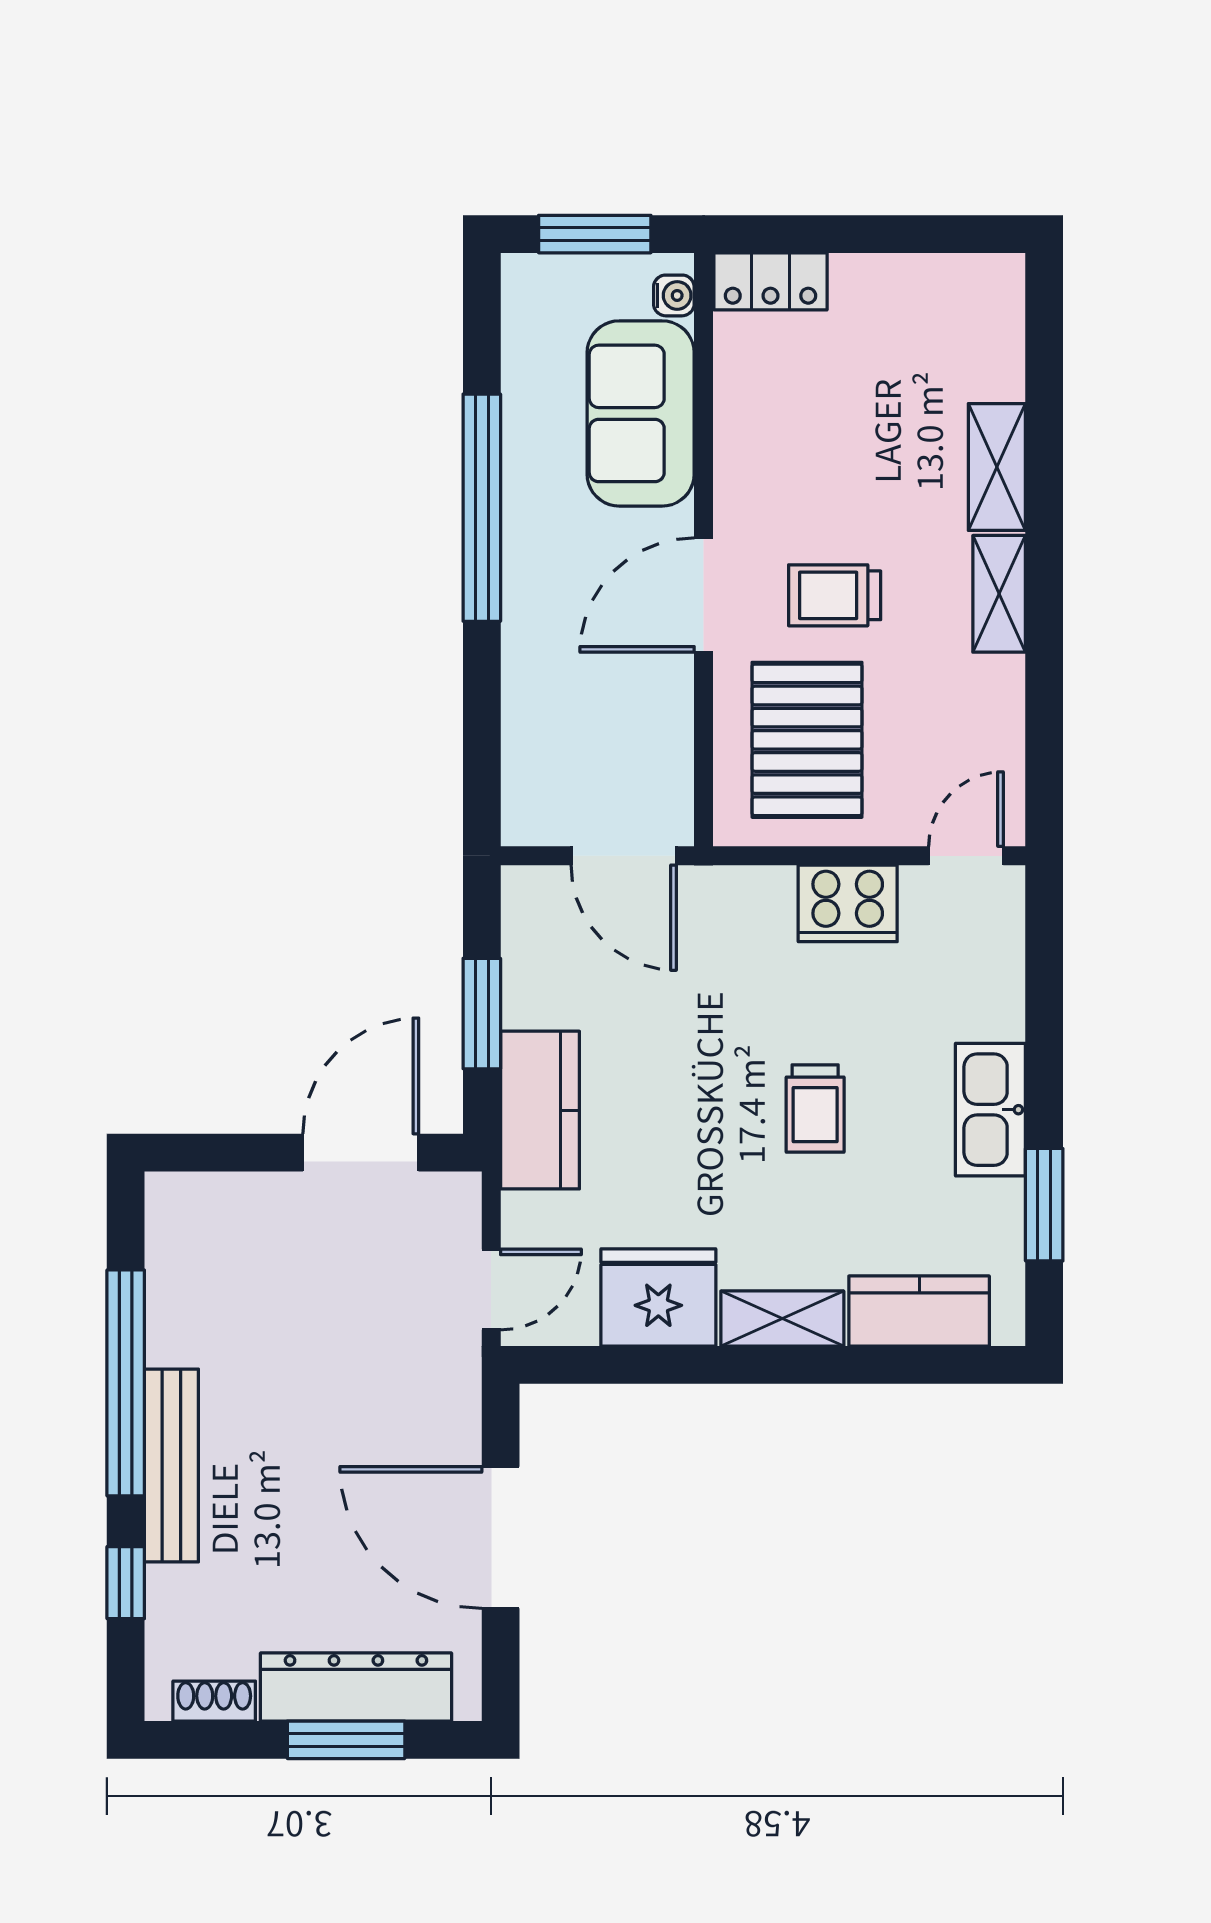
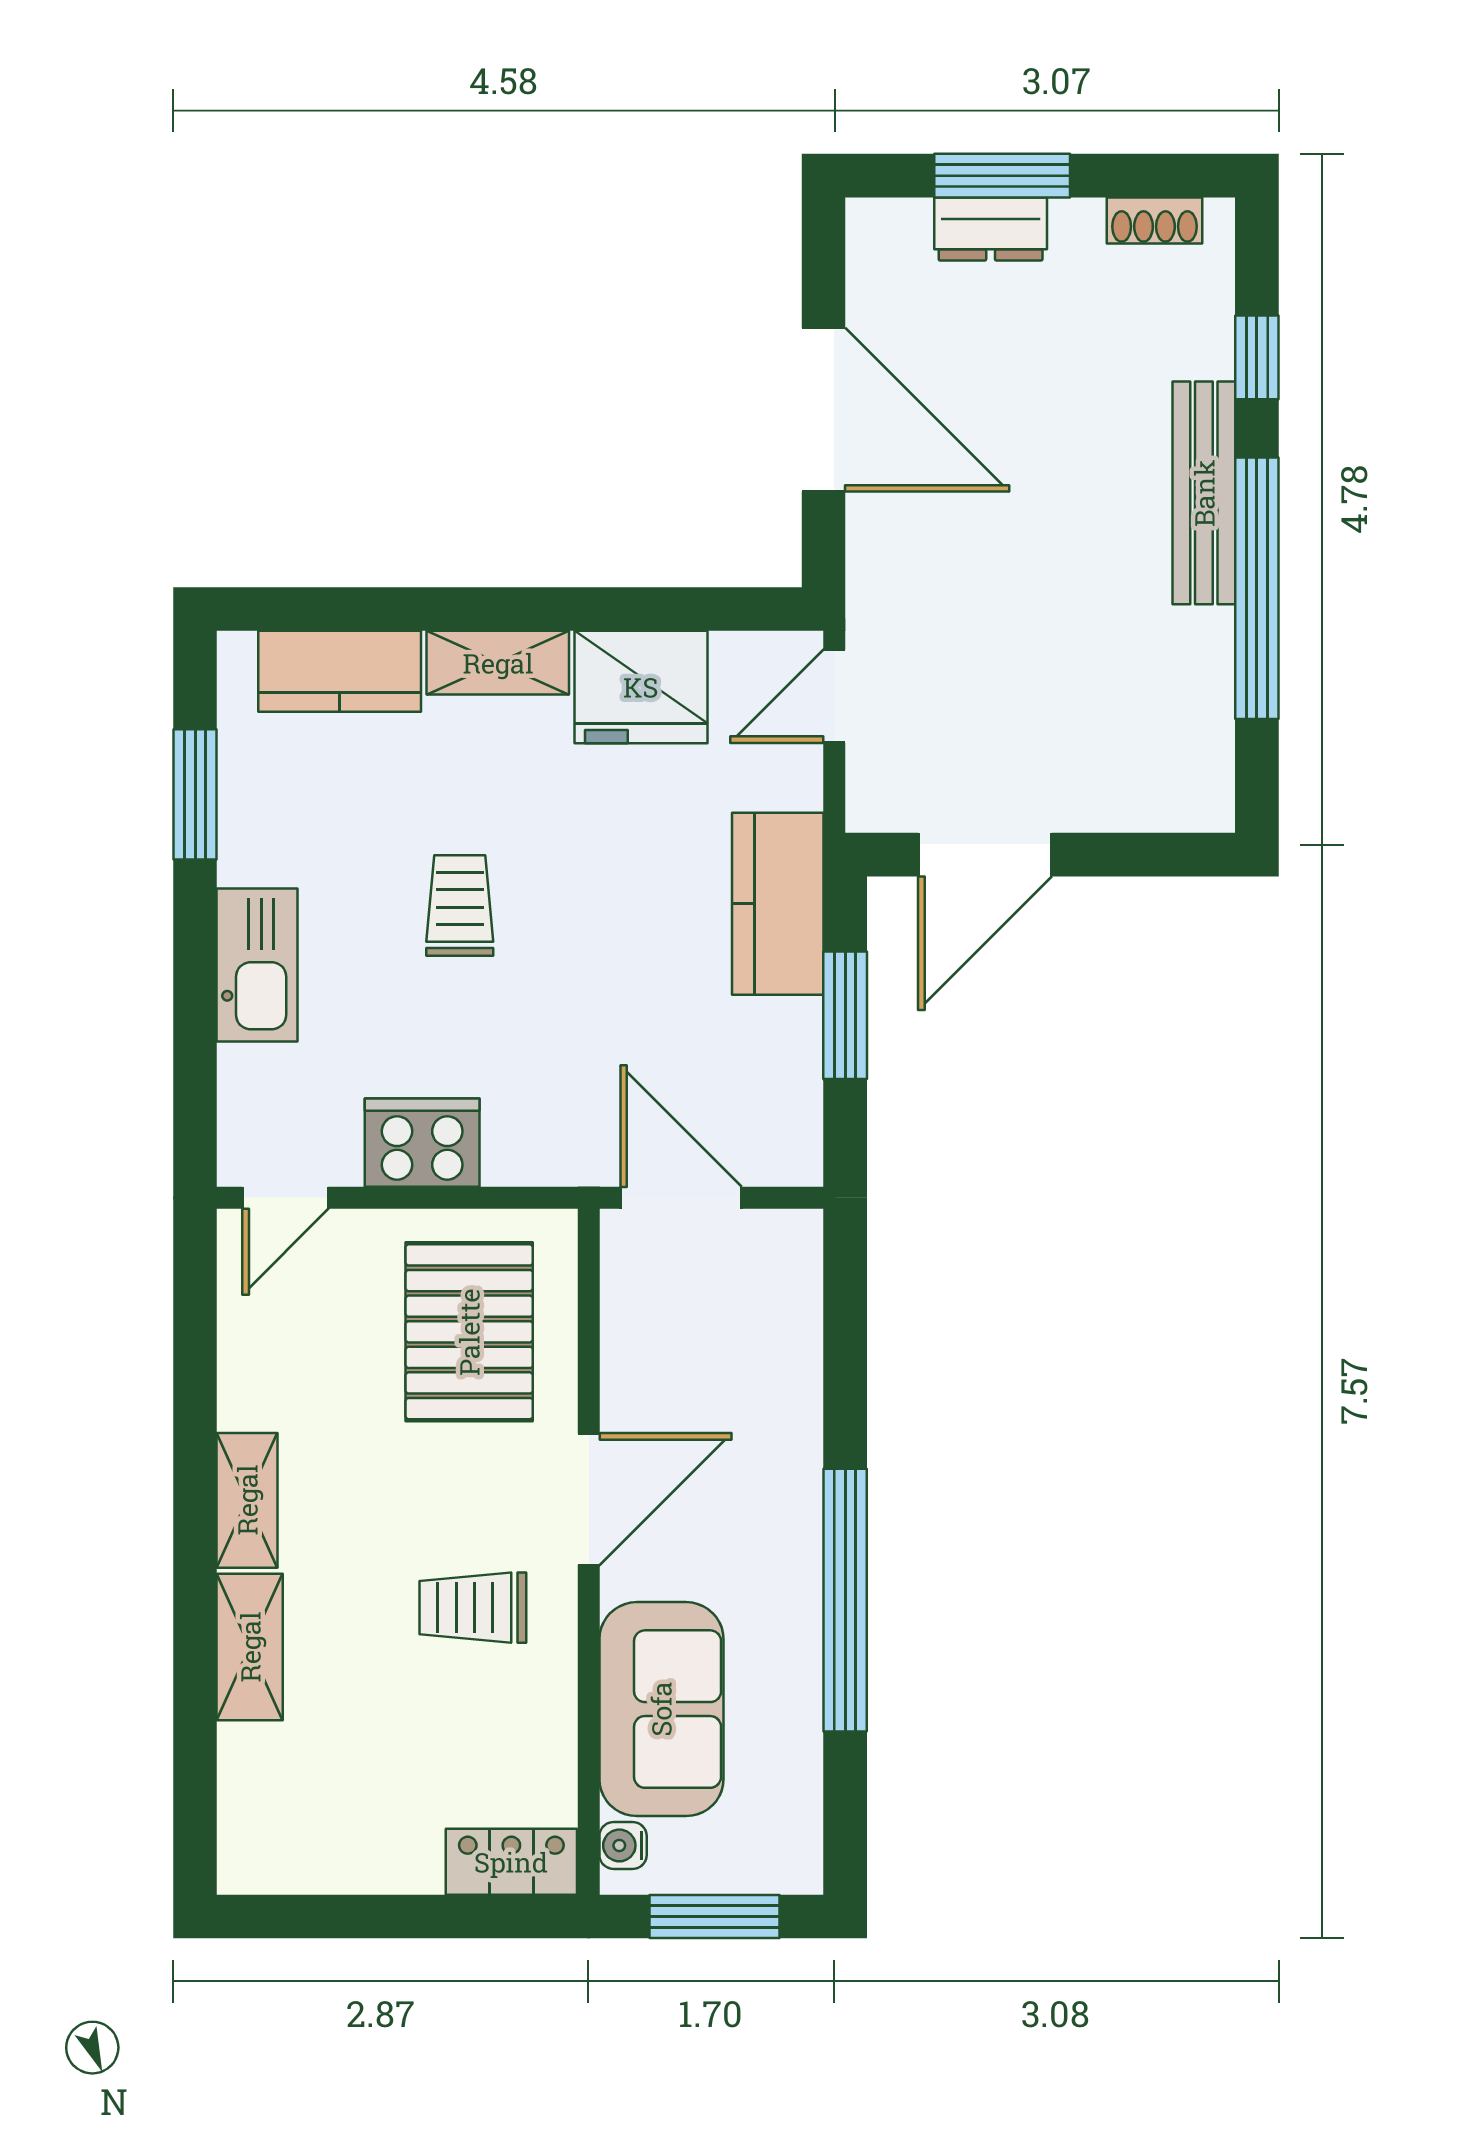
trolley: (835, 595) -> (473, 1608), moved, turned 180
kitchen sink: (990, 1110) -> (257, 965), moved
dresser: (356, 1687) -> (991, 229), width x0.51, depth x0.80

